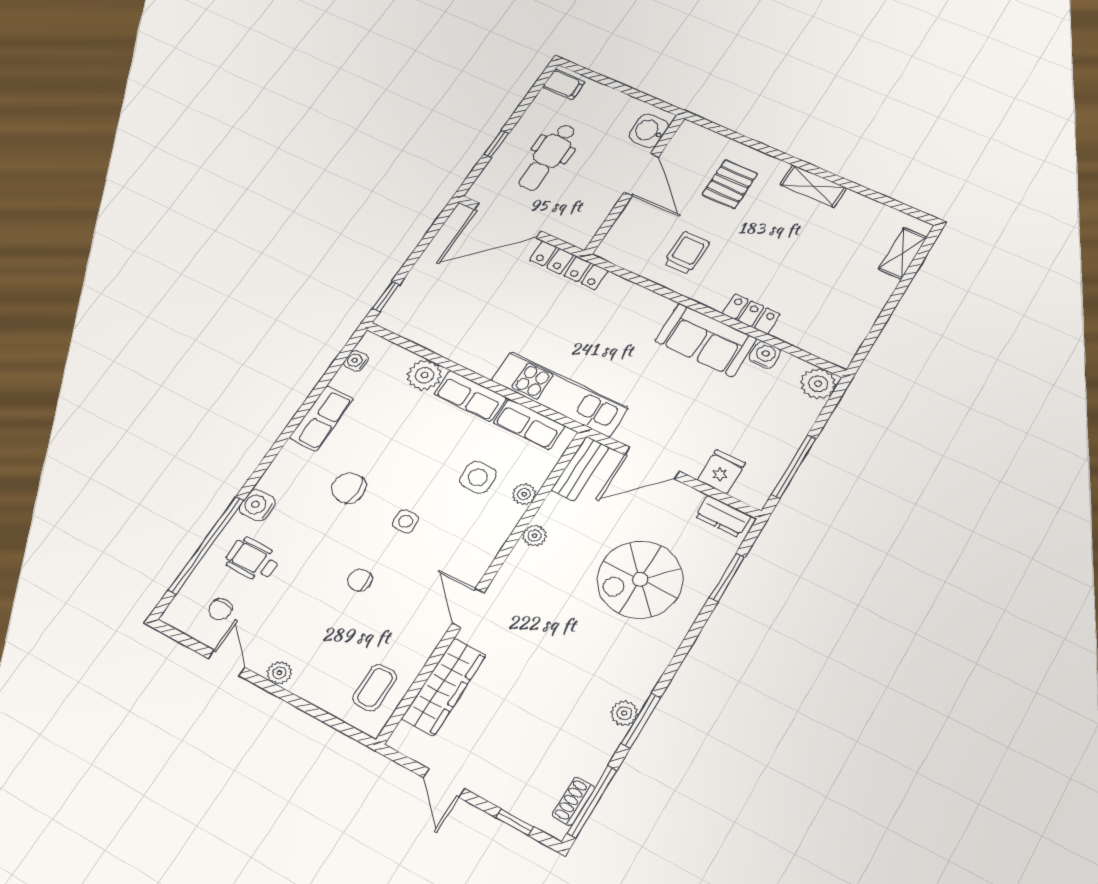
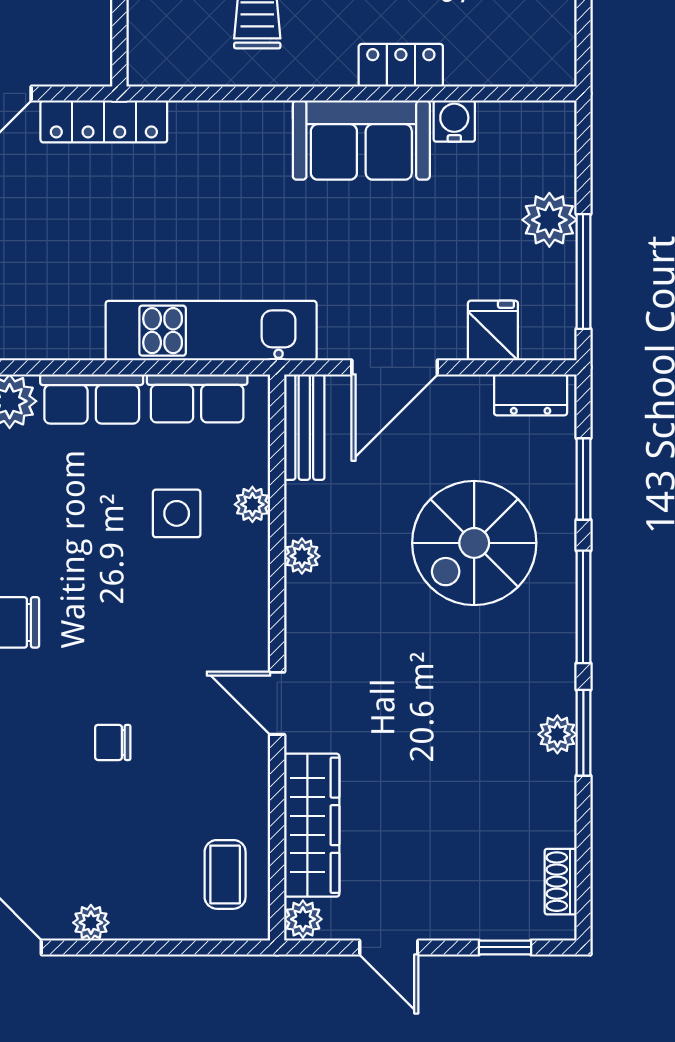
plant: (818, 384) -> (549, 220), moved
side table: (406, 521) -> (120, 629), removed
plant: (404, 738) -> (303, 919), added
window: (592, 802) -> (583, 607), moved

